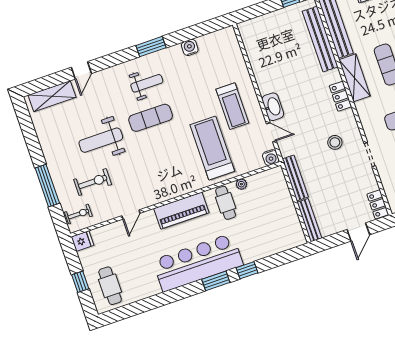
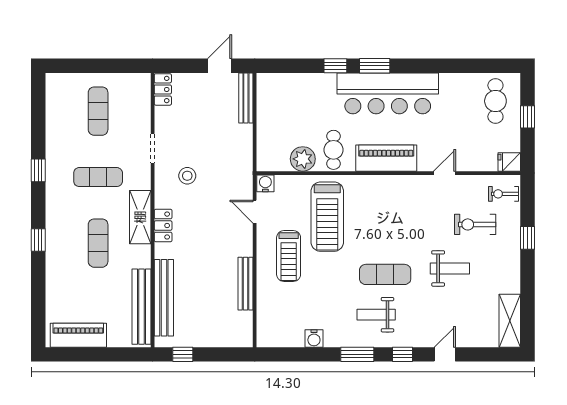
window: (115, 59) -> (402, 354), added
shelving: (355, 78) -> (140, 217), moved
shelving: (52, 96) -> (510, 321), moved, turned 90
treadmill: (232, 106) -> (289, 256), turned 180
washbasin: (273, 107) -> (243, 240), removed
weight bench: (101, 140) -> (450, 268), width x0.73, depth x0.75
bench: (295, 178) -> (246, 284), moved
plant: (241, 184) -> (303, 159), width x1.87, depth x1.87
window: (47, 186) -> (528, 238), width x0.46
door: (358, 232) -> (220, 66), moved

